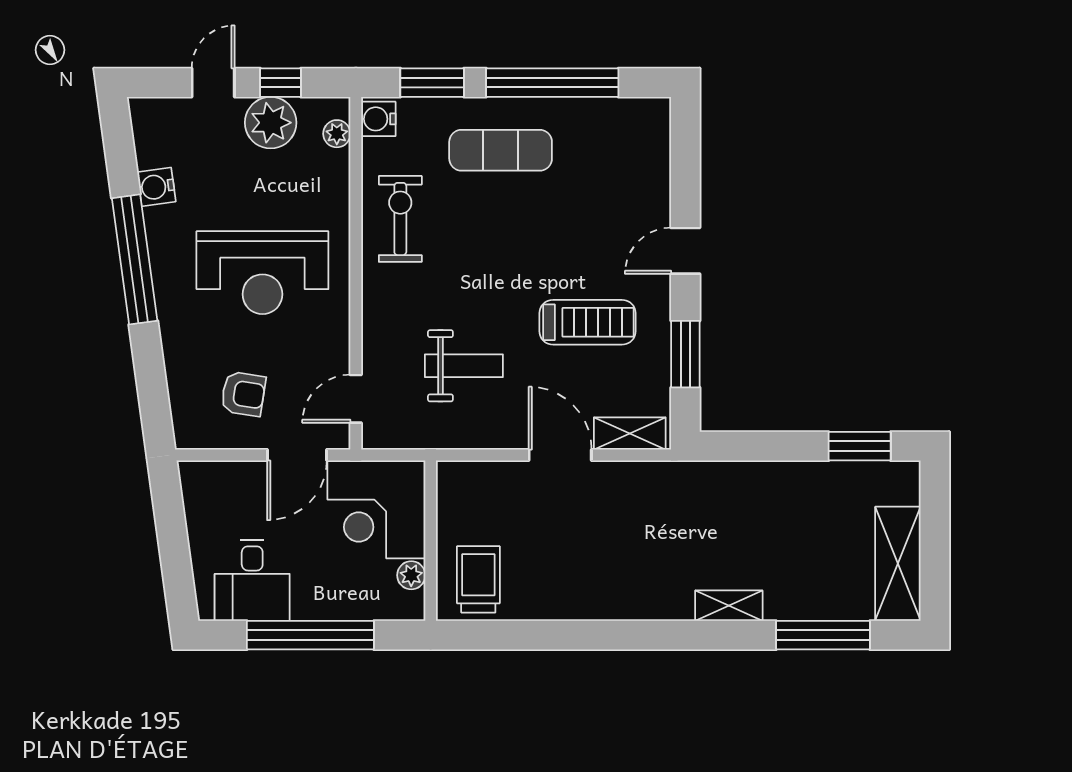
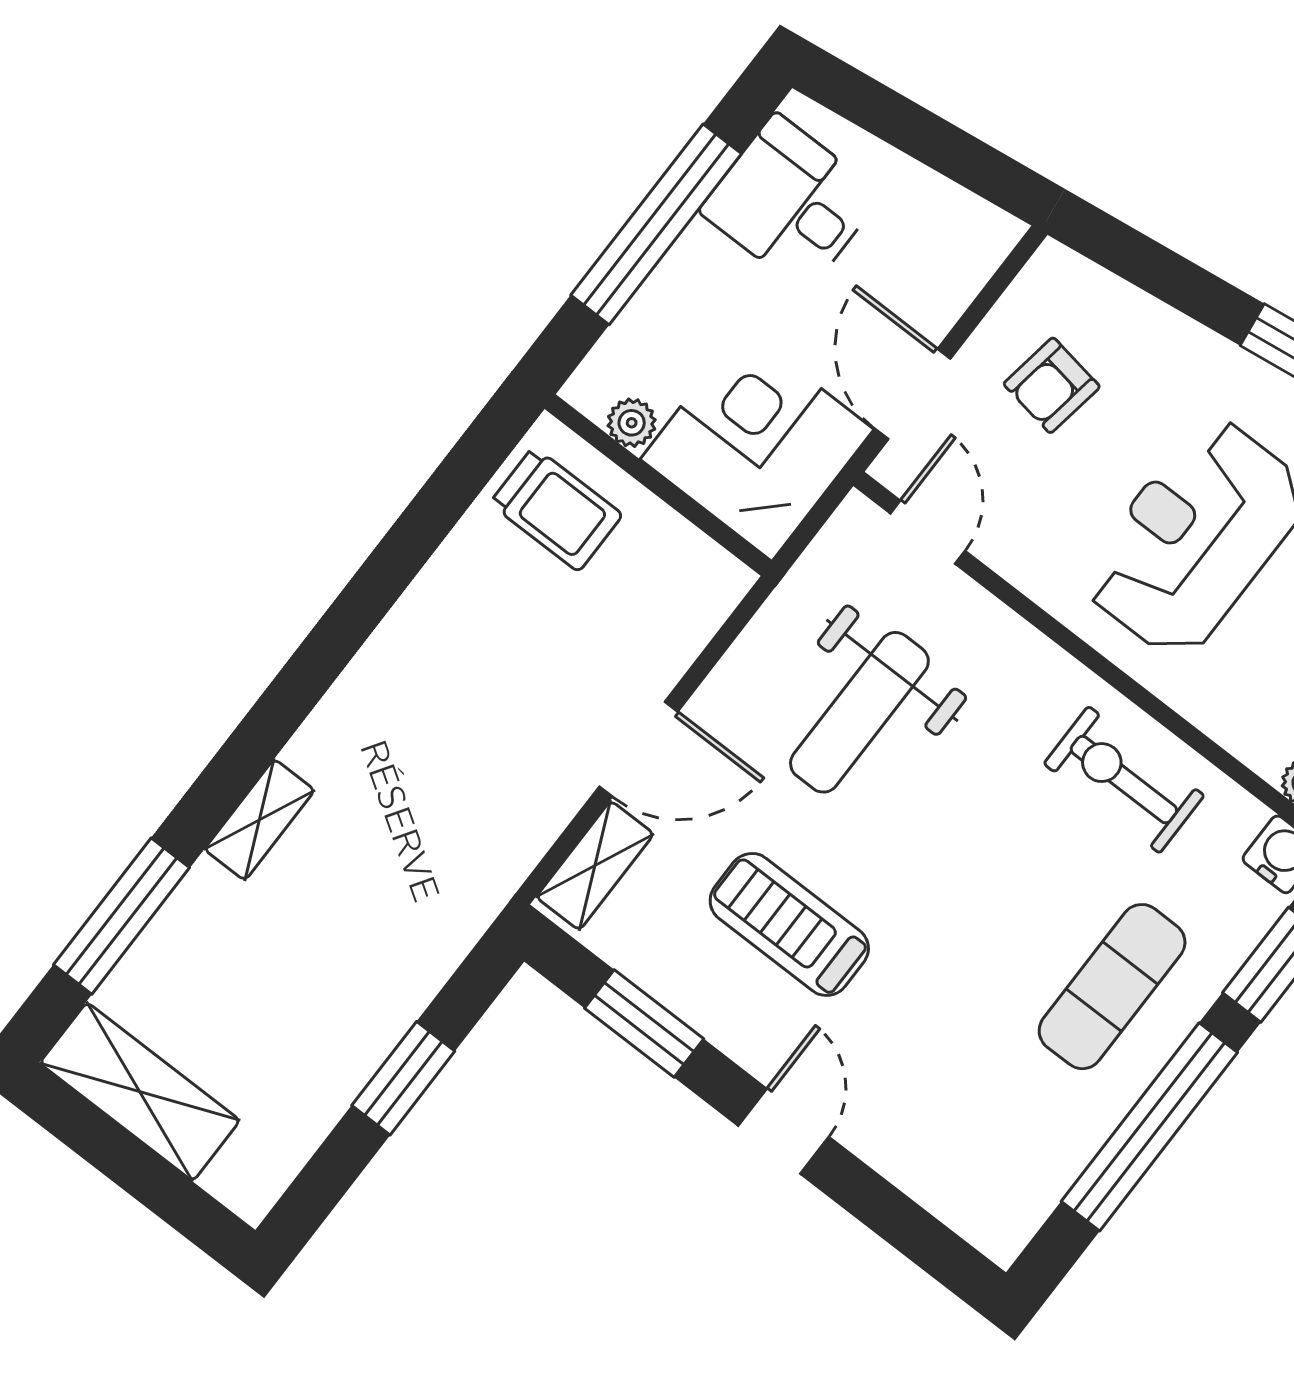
exercise bike: (400, 219) -> (1124, 780), turned 180
treadmill: (587, 322) -> (789, 924), turned 90
weight bench: (464, 366) -> (859, 712), width x1.36, depth x1.33
window: (860, 446) -> (403, 1078), moved

